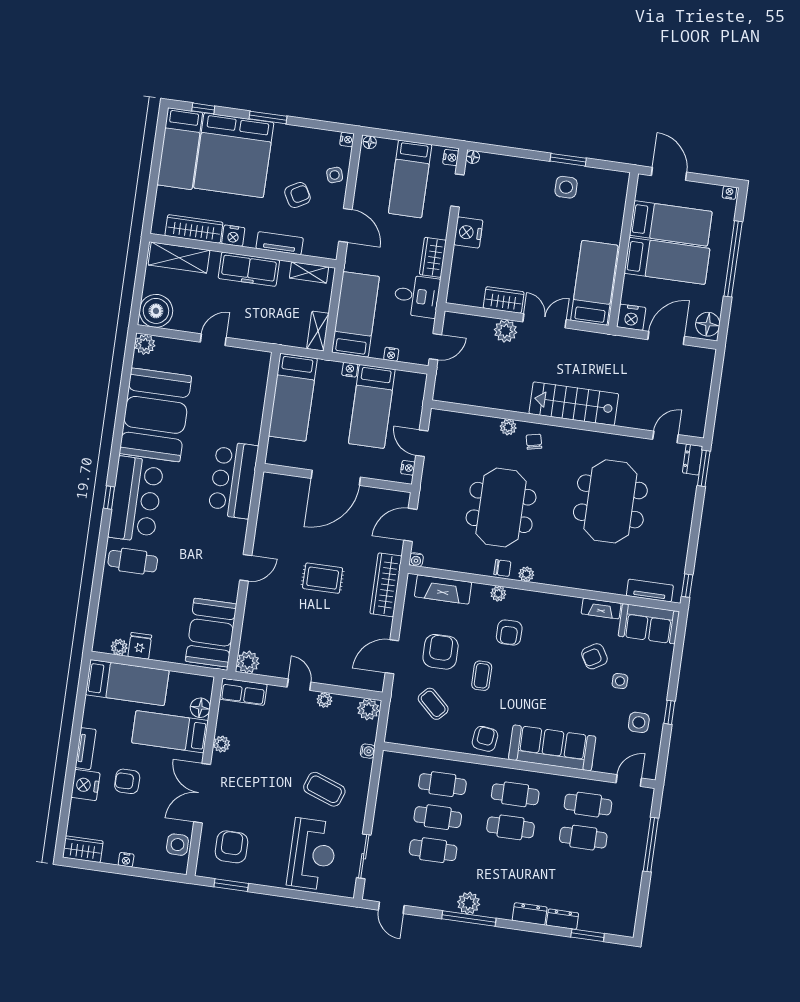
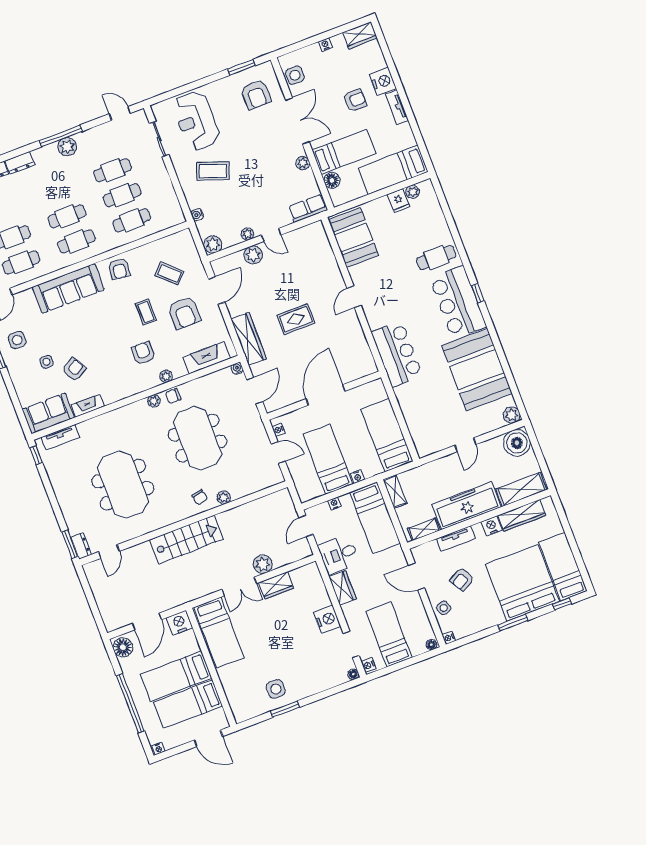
freezer: (249, 269) -> (467, 506), width x1.36, depth x1.26
plant: (248, 662) -> (253, 255), moved

